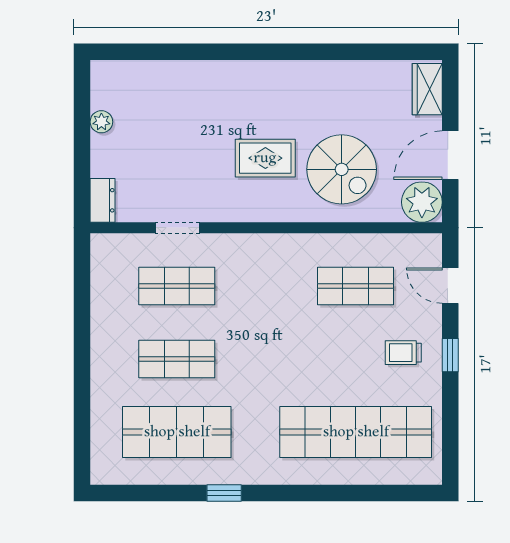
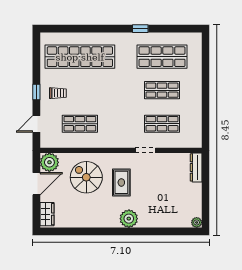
plant: (249, 79) -> (129, 219), added
plant: (101, 122) -> (197, 222), moved
rug: (265, 158) -> (121, 182), turned 90
dresser: (103, 200) -> (196, 167), width x1.44
doorway: (178, 228) -> (145, 150), moved
door: (450, 286) -> (36, 124), swing flipped

